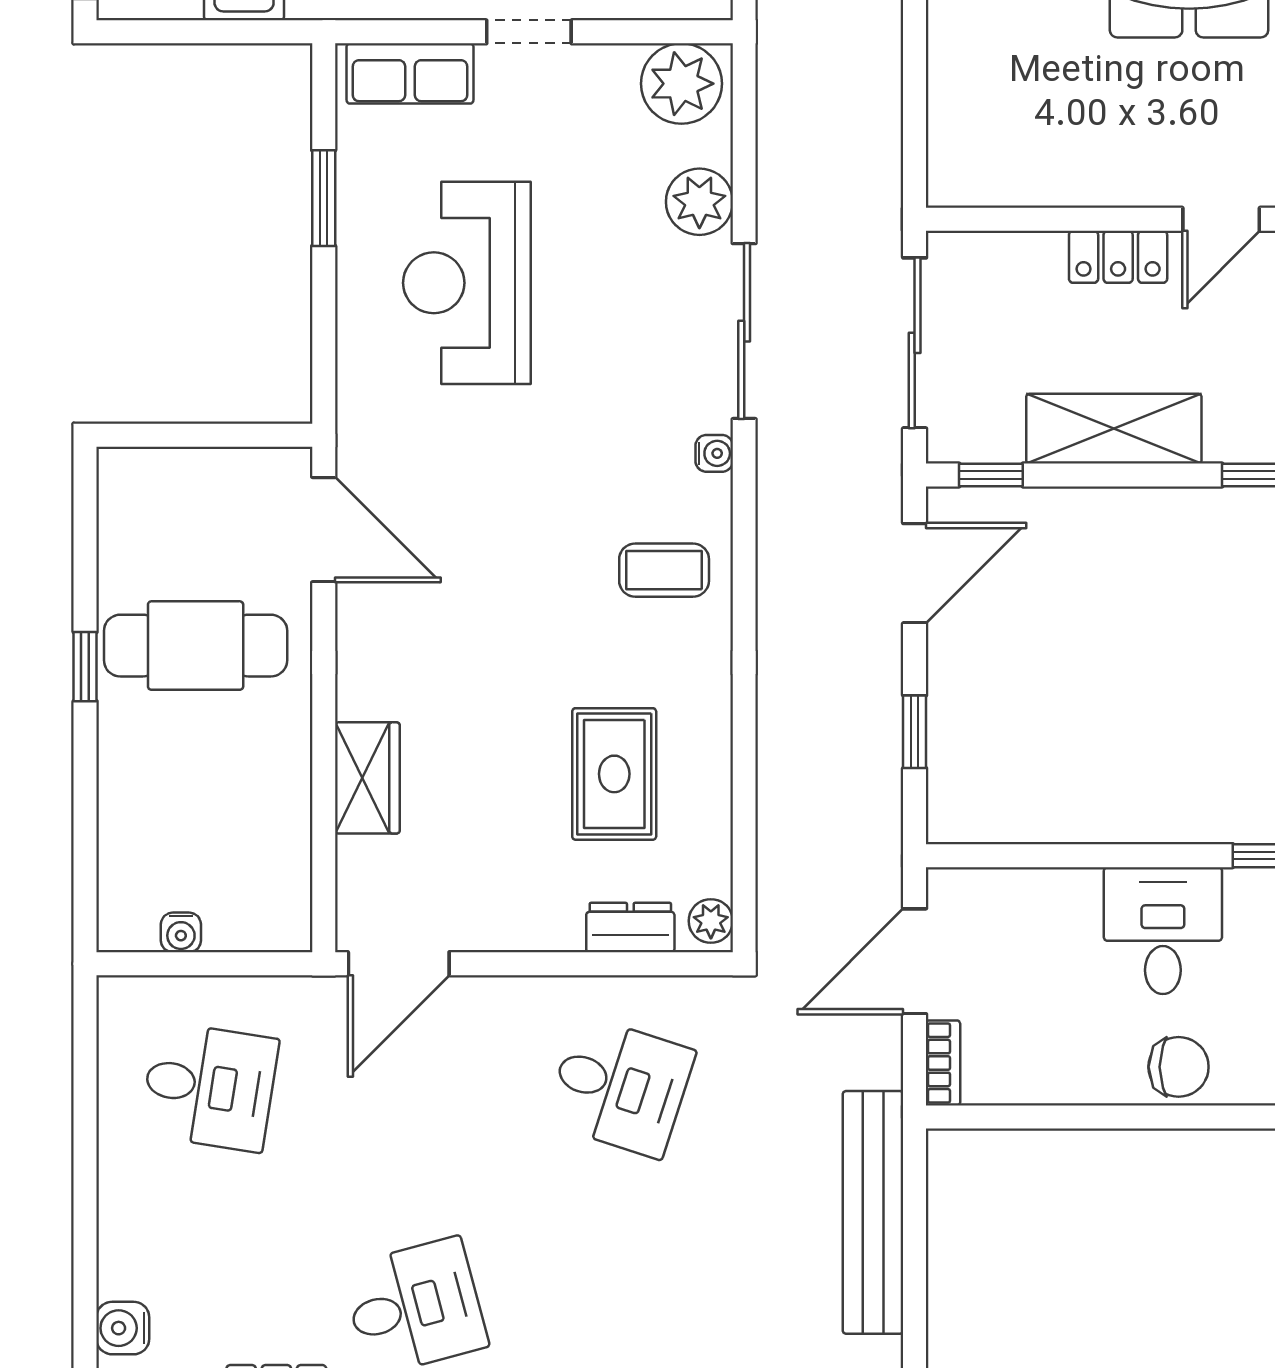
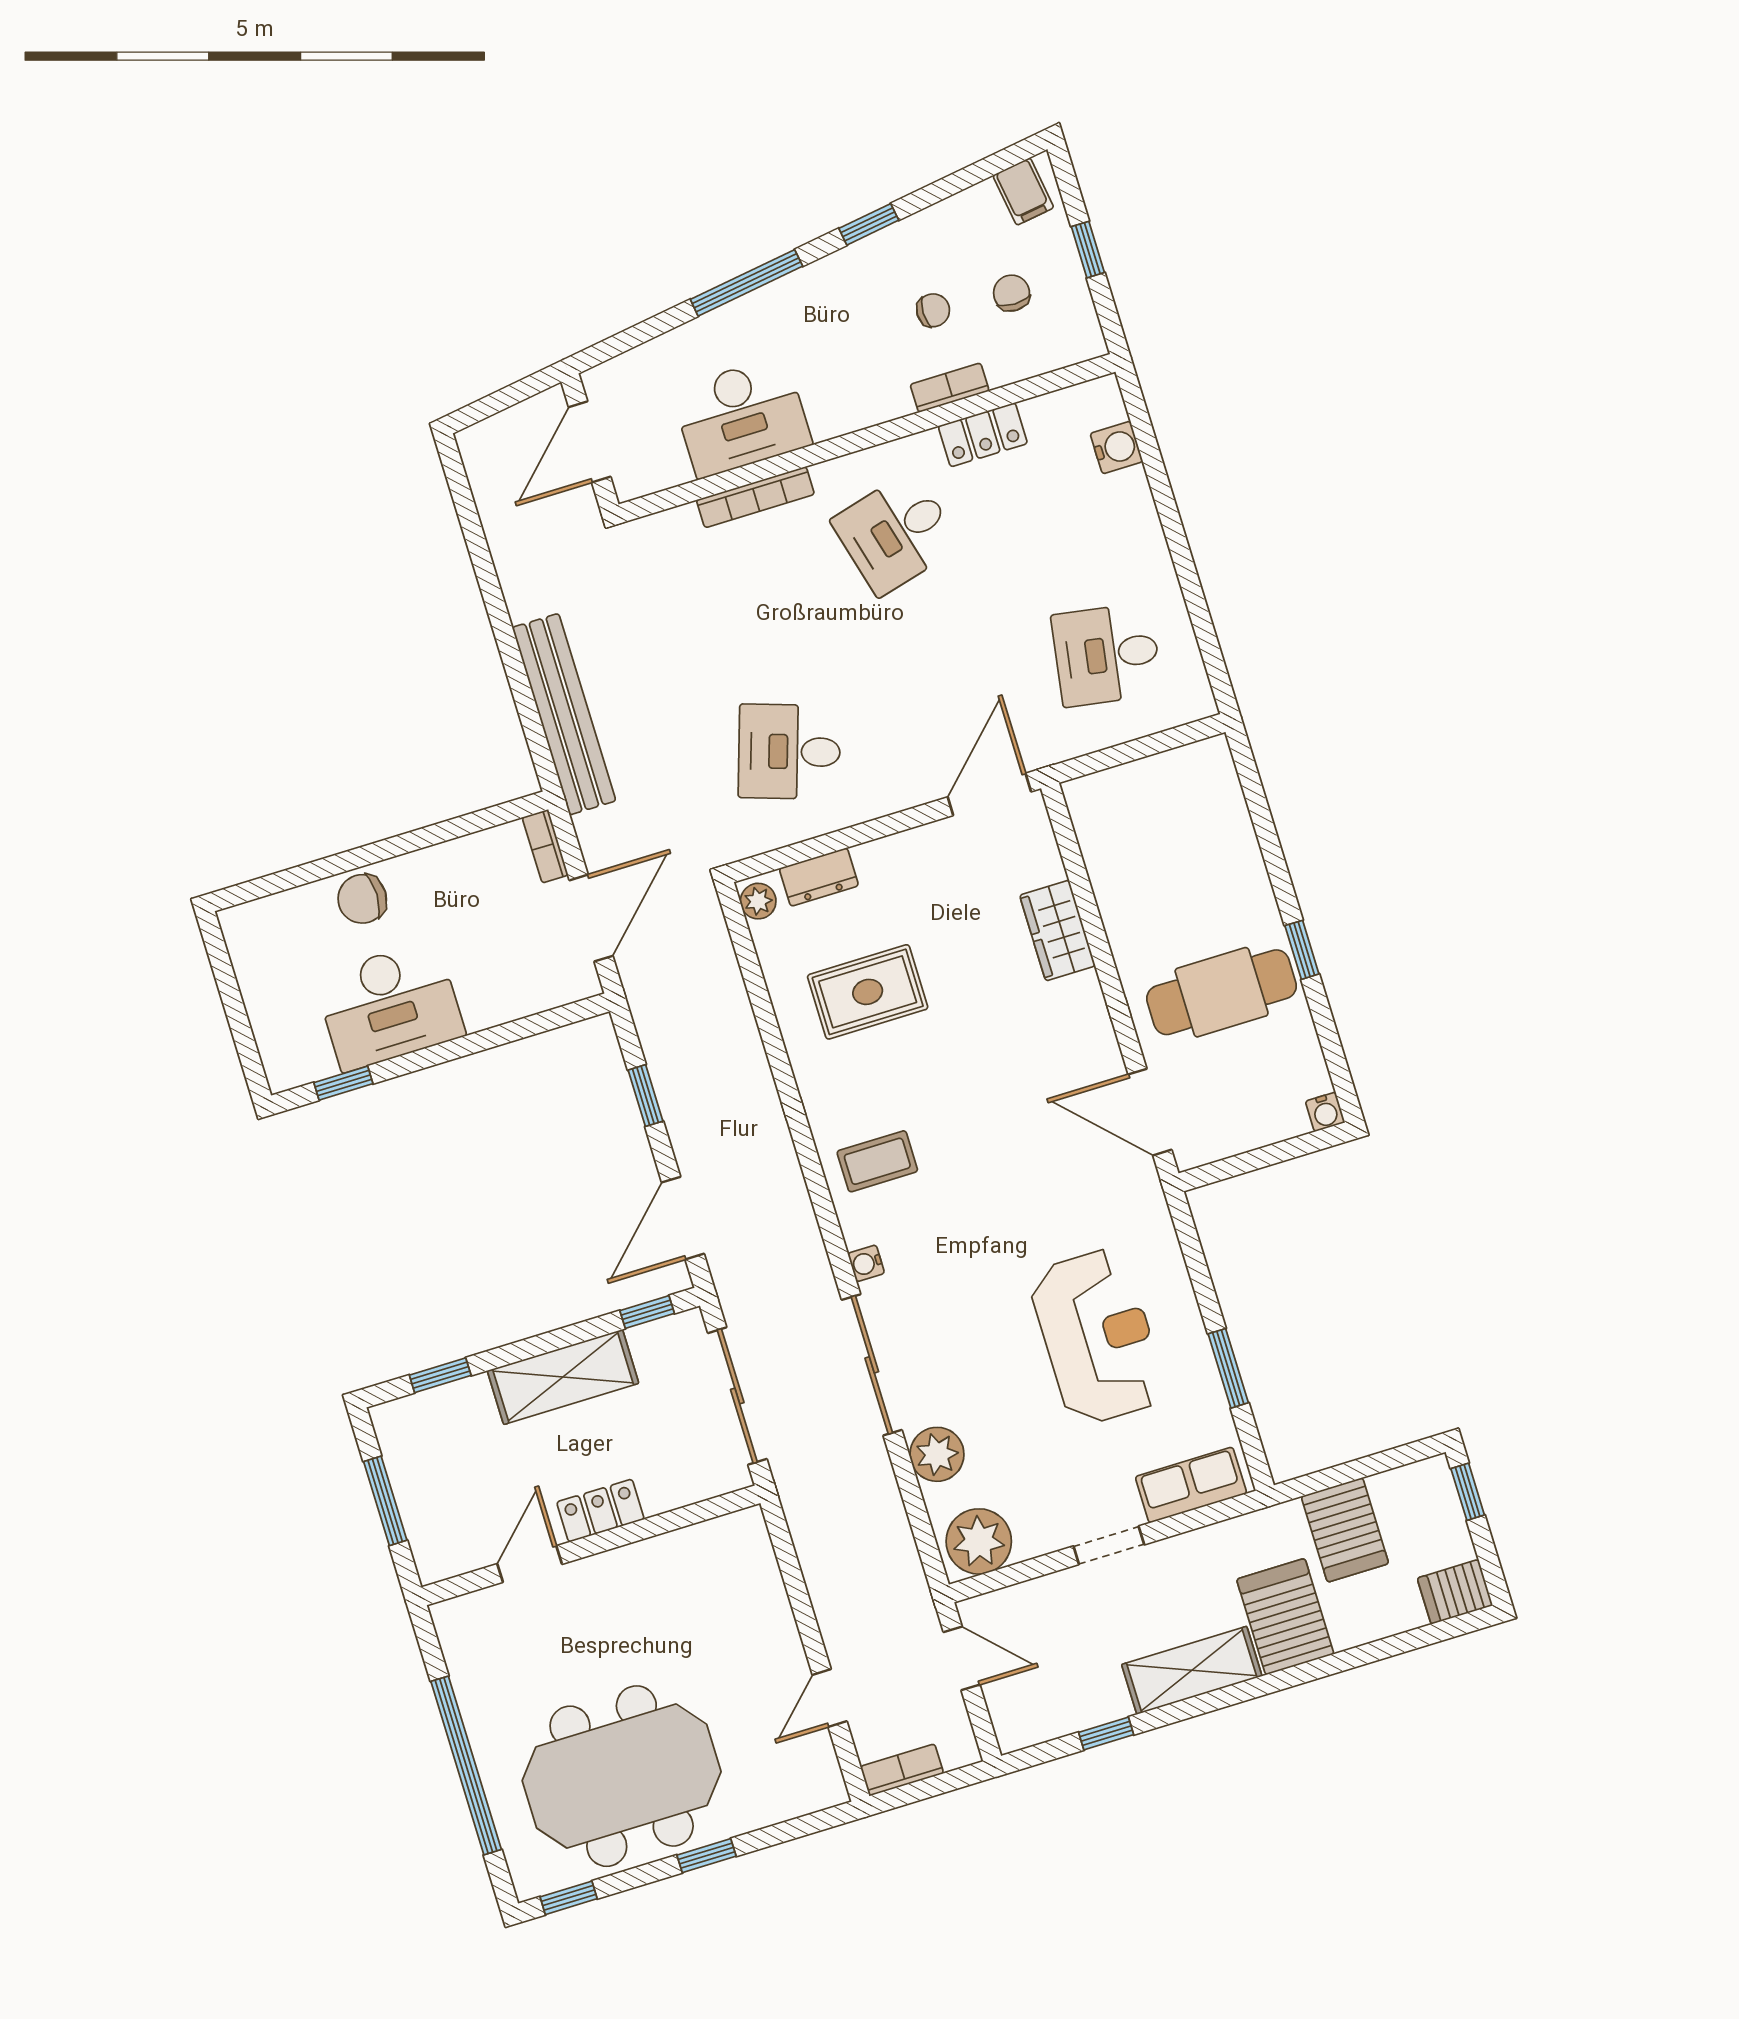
rug: (614, 774) -> (868, 992), turned 90
desk: (1163, 931) -> (390, 1006), width x1.37
water cooler: (181, 932) -> (1325, 1112), moved, turned 180

